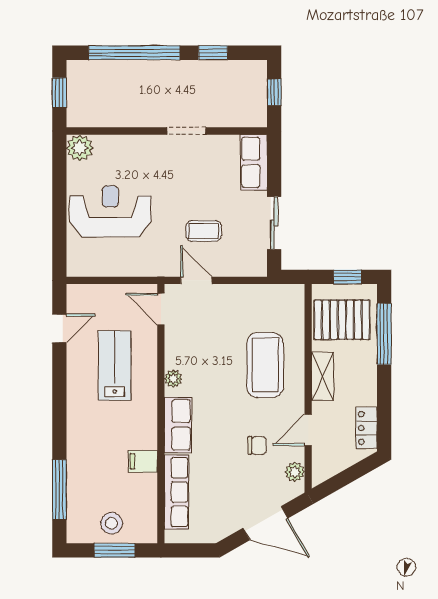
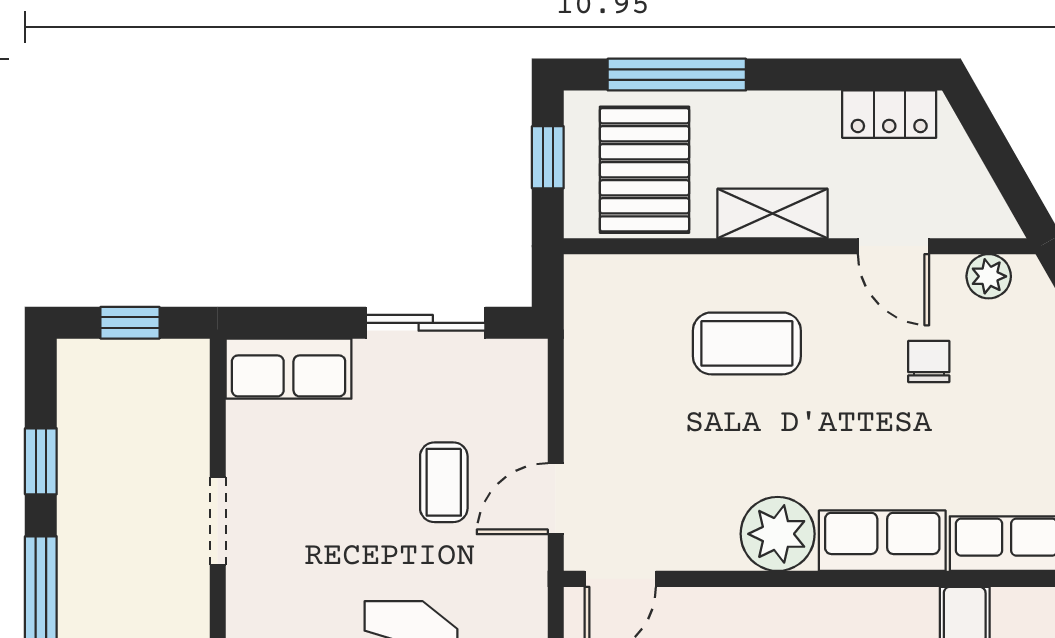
coffee table: (265, 365) -> (747, 343), width x0.73, depth x0.76
plant: (173, 379) -> (778, 534), width x1.88, depth x1.88

